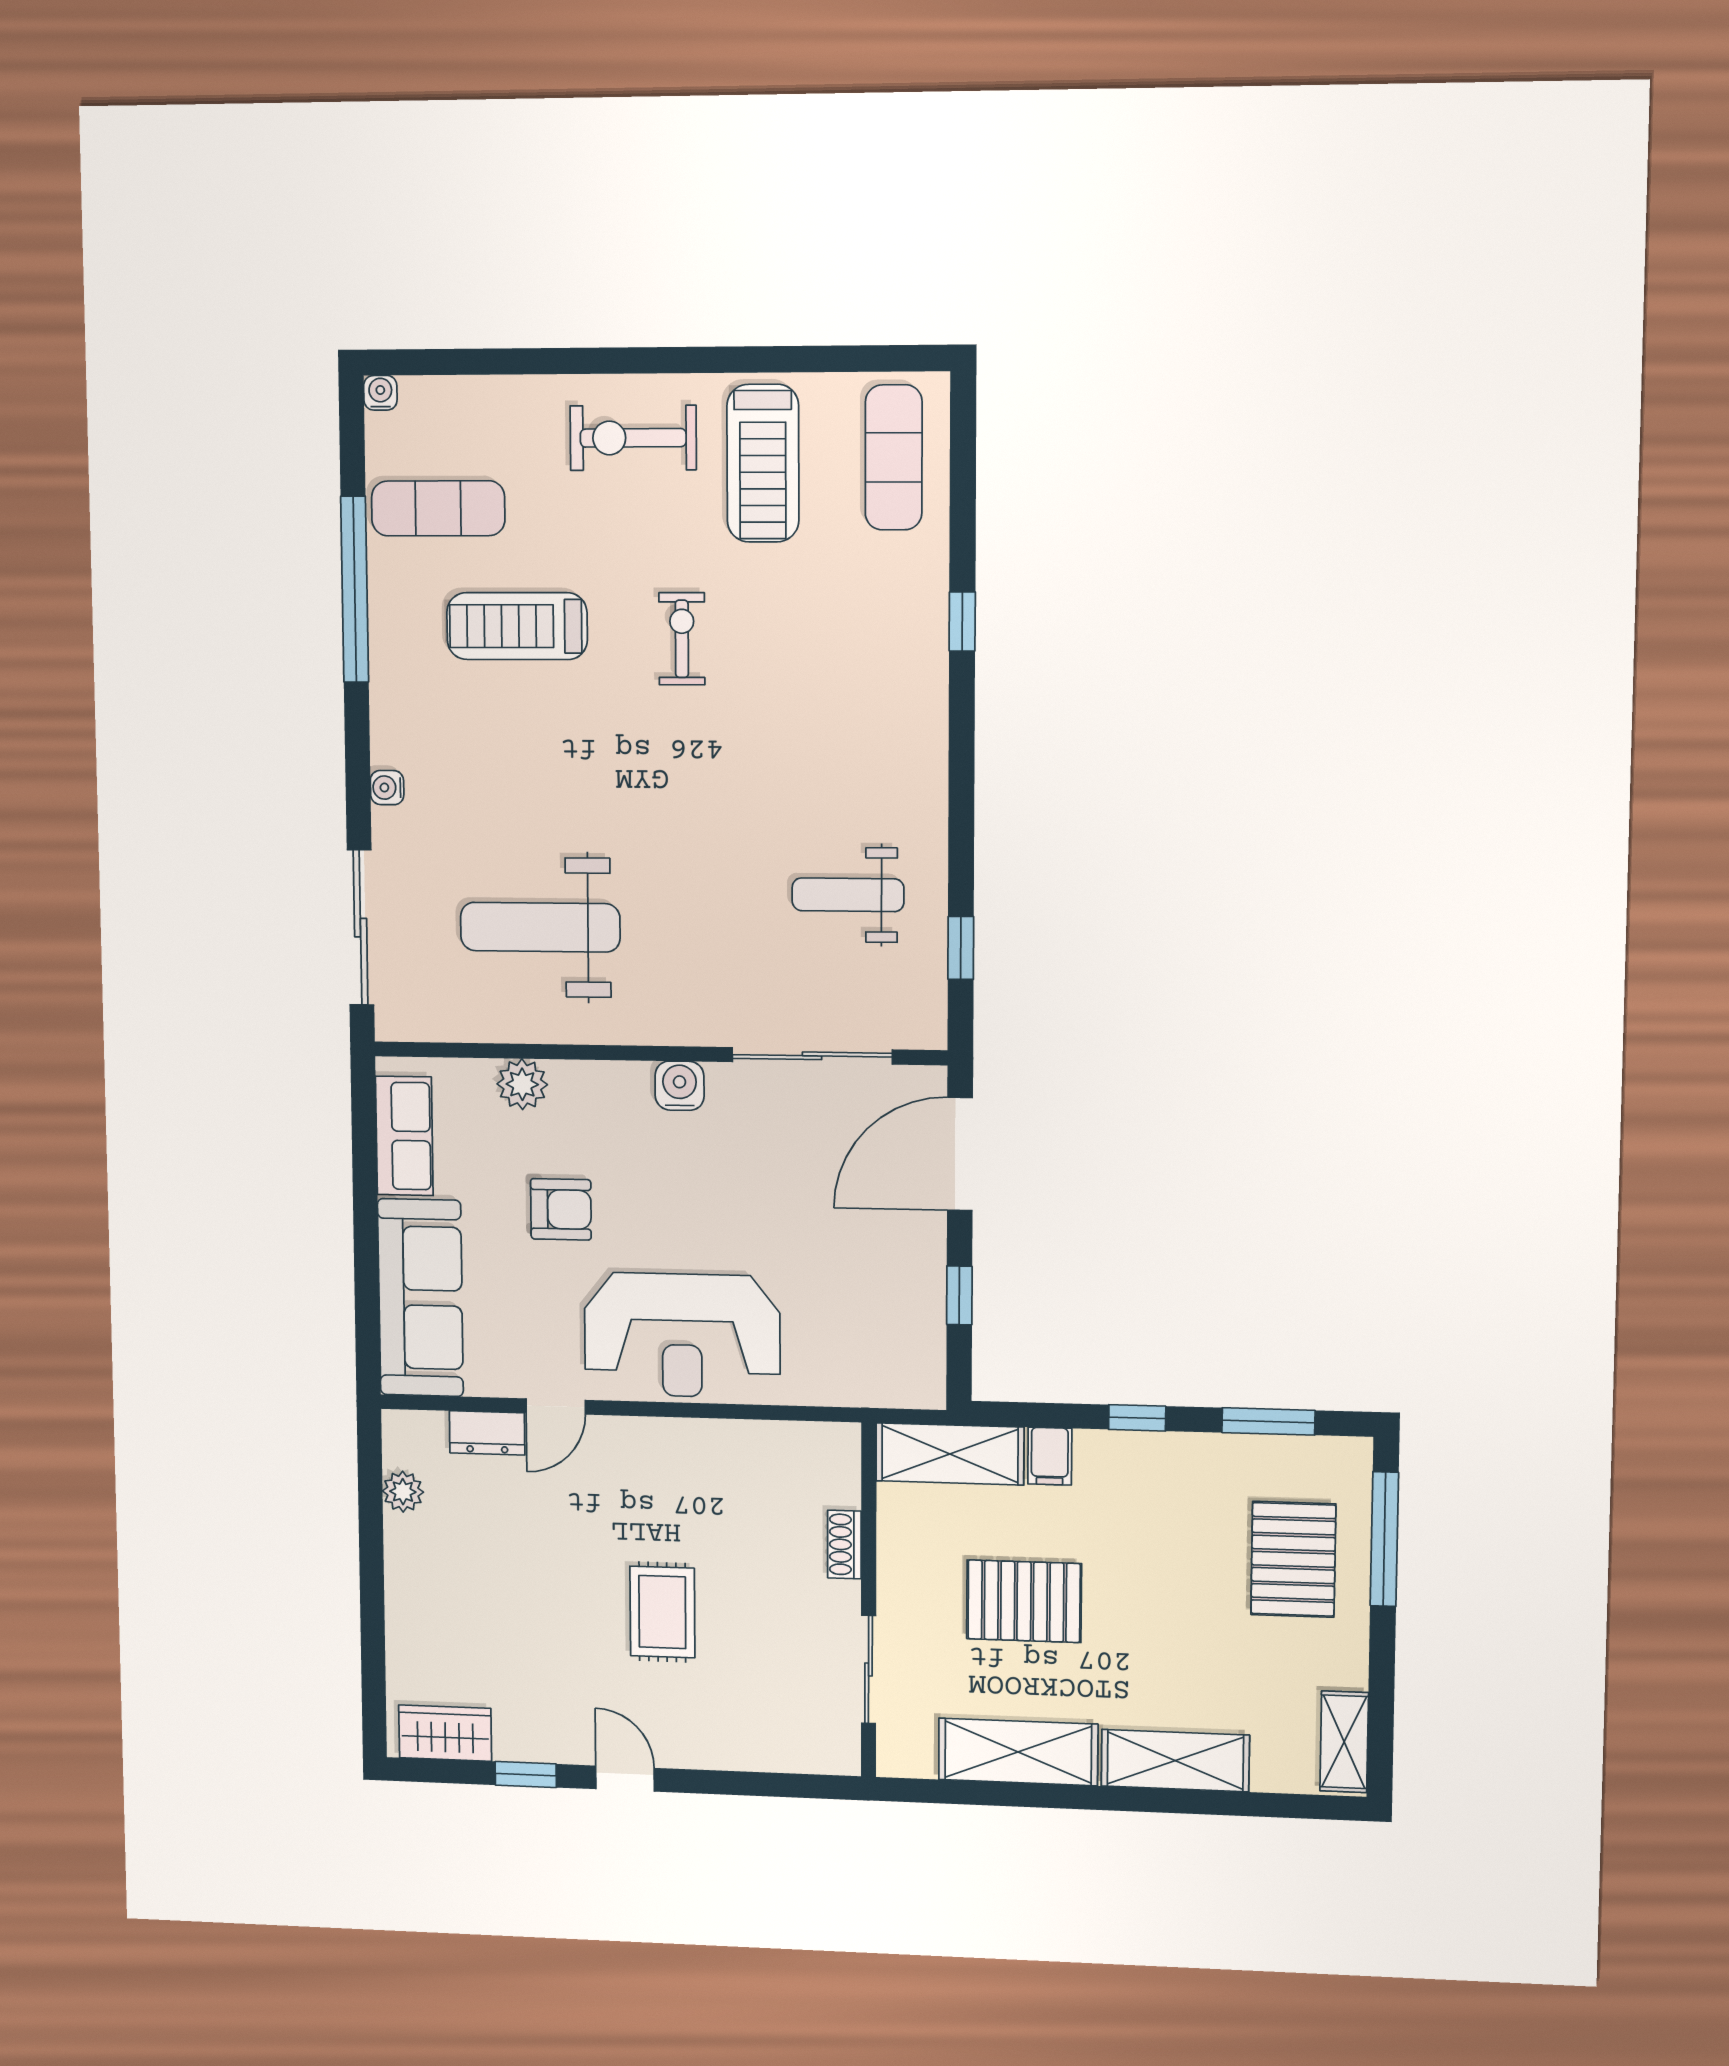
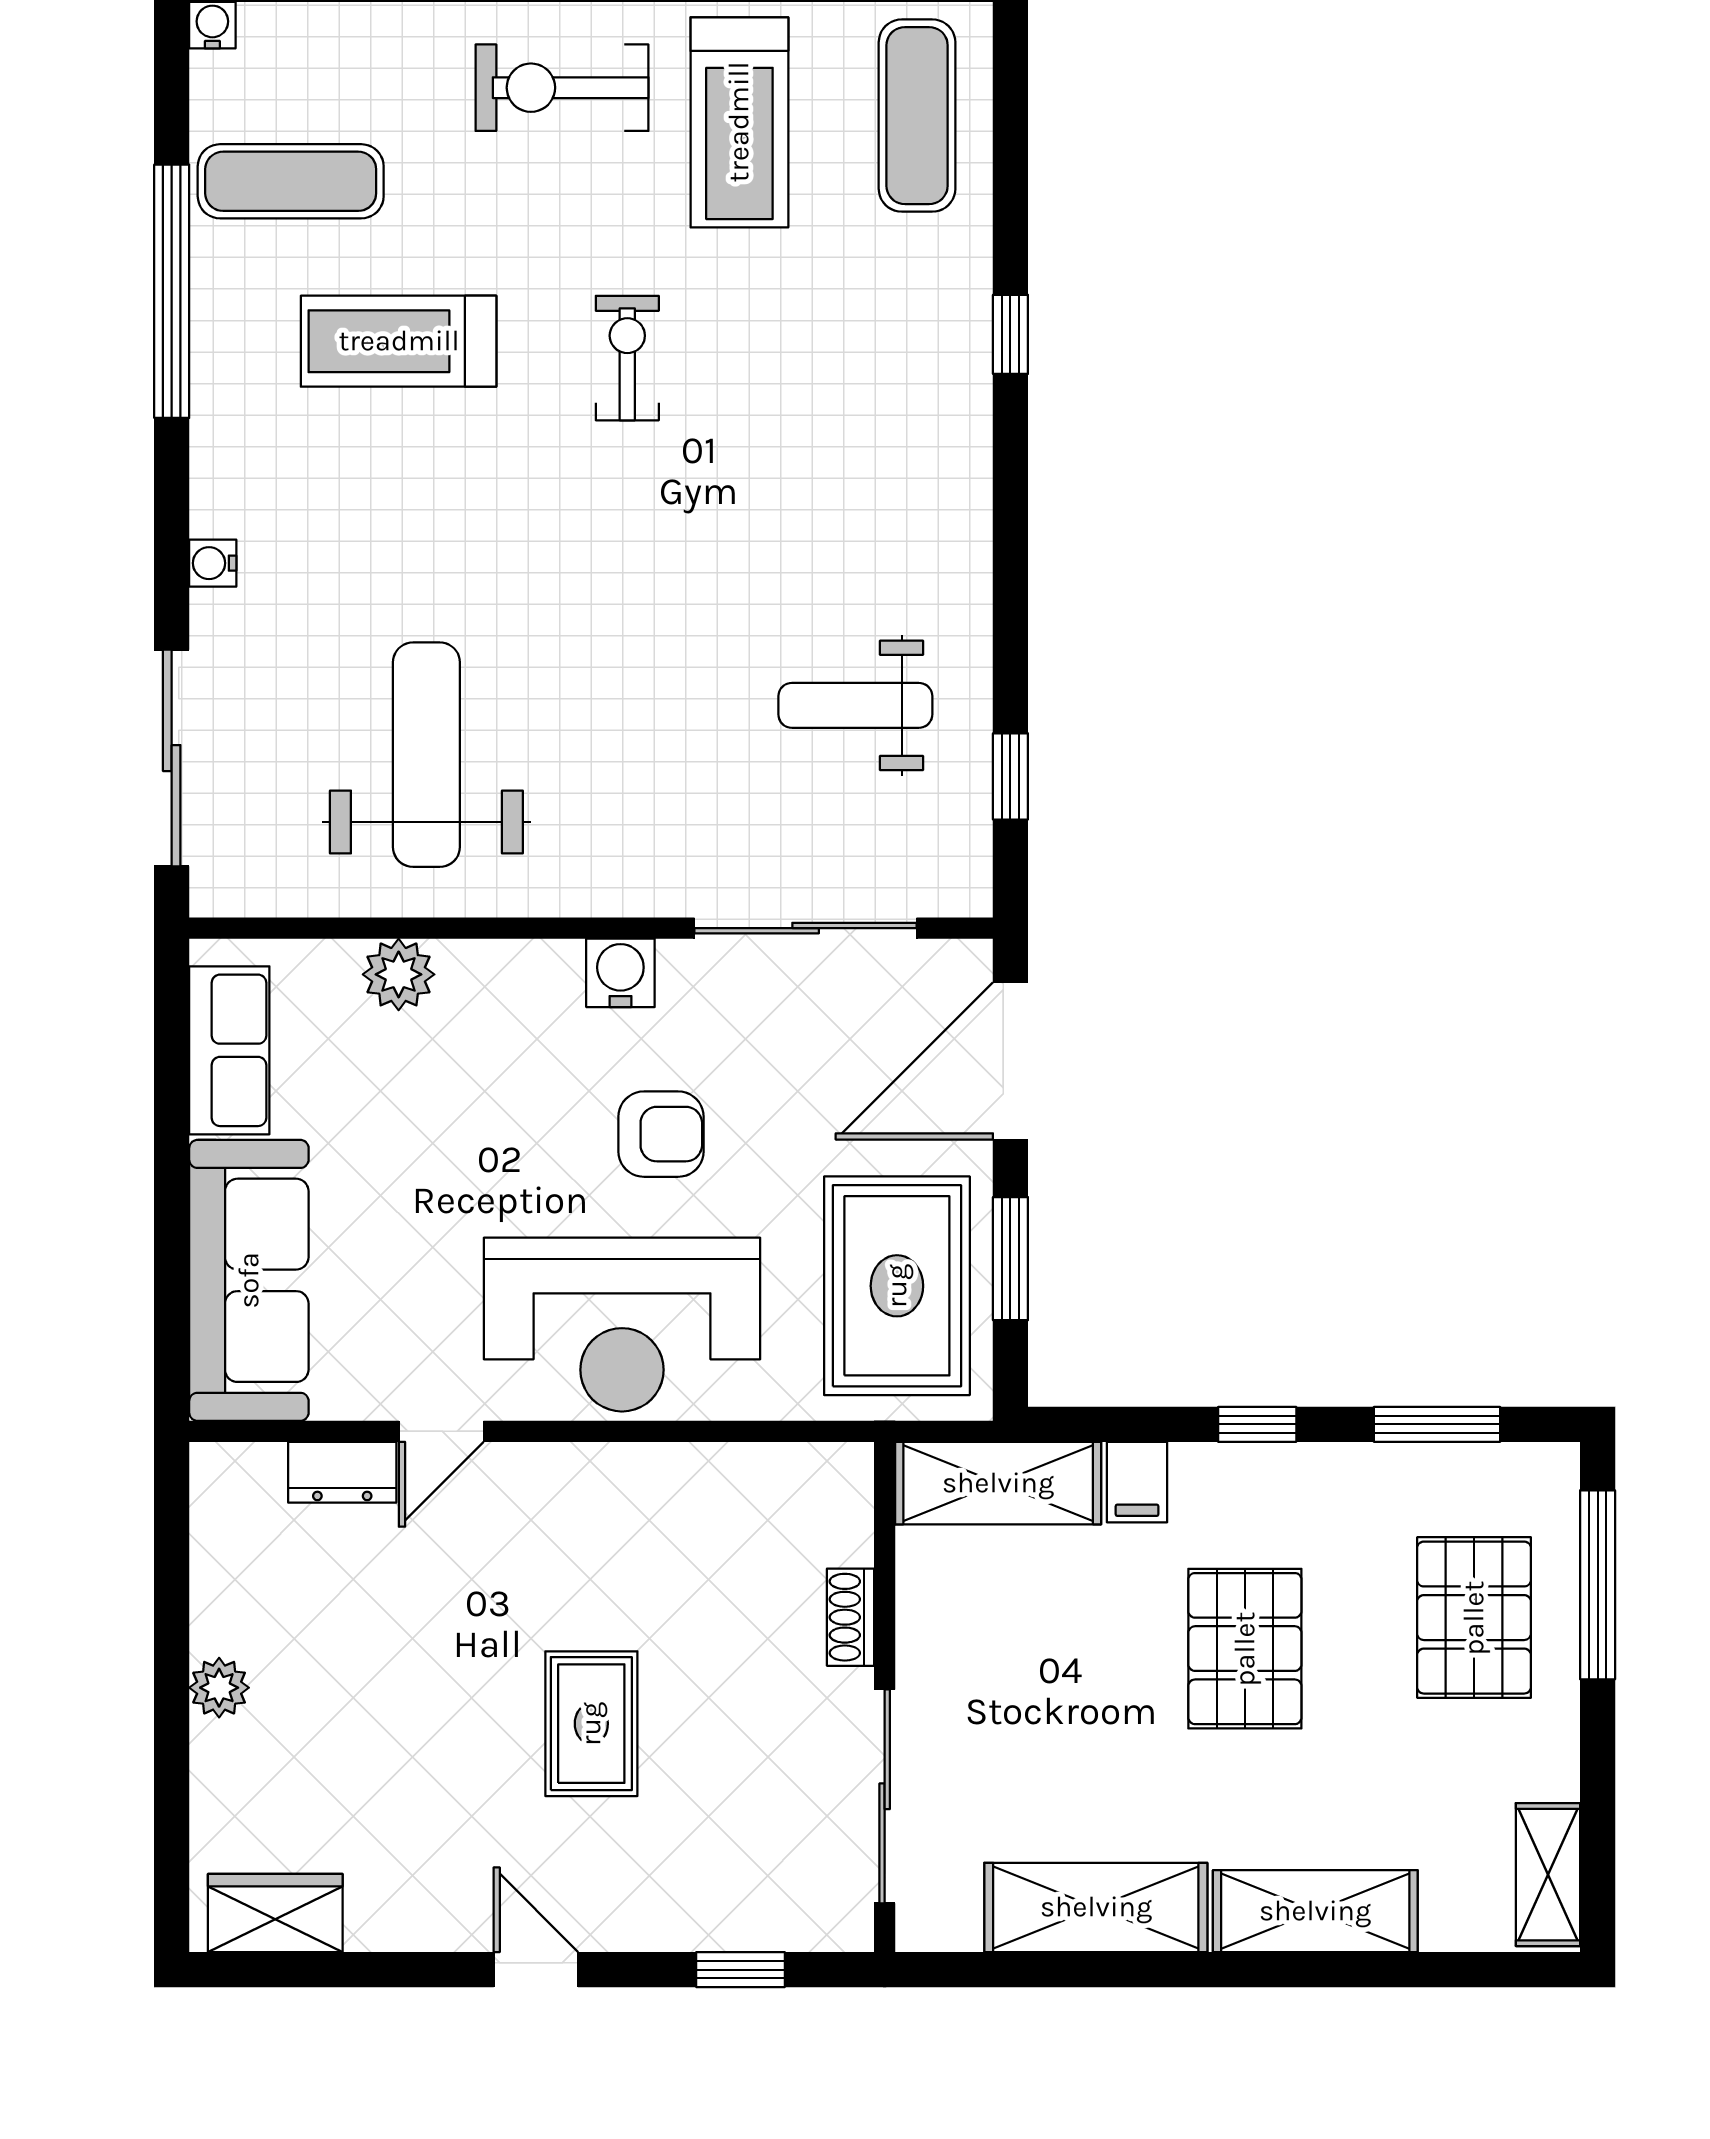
weight bench: (540, 927) -> (426, 755), turned 90
armchair: (561, 1209) -> (661, 1134), moved
window: (959, 1295) -> (1010, 1259), width x1.50
rug: (878, 1313) -> (897, 1286), added
plant: (403, 1492) -> (219, 1688), moved
pallet: (1024, 1601) -> (1245, 1649), moved, turned 90
sliding door: (869, 1670) -> (885, 1796), width x1.37
window: (526, 1775) -> (741, 1970), moved

